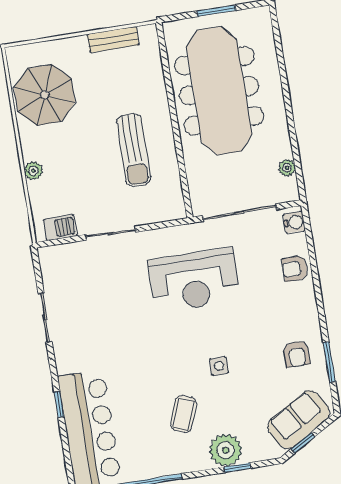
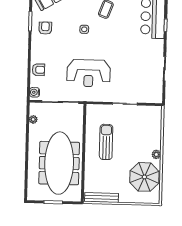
bench: (113, 40) -> (102, 198), width x1.36
plant: (33, 171) -> (156, 154), moved
barbecue: (60, 228) -> (149, 111), removed
reception desk: (194, 280) -> (89, 73), turned 180

